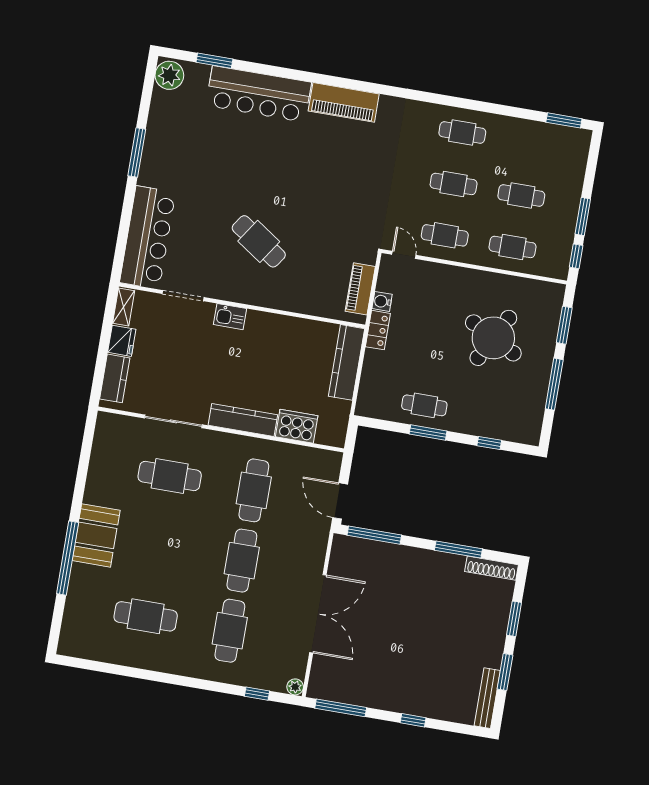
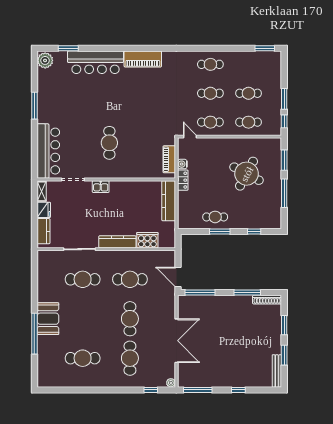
cafe table: (259, 241) -> (109, 143), turned 56
cafe table: (254, 490) -> (130, 279), turned 90

